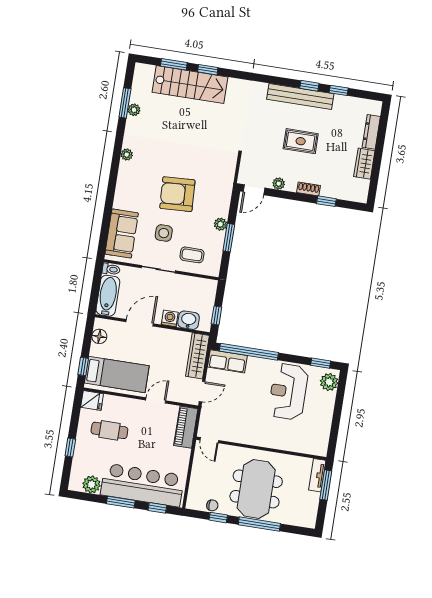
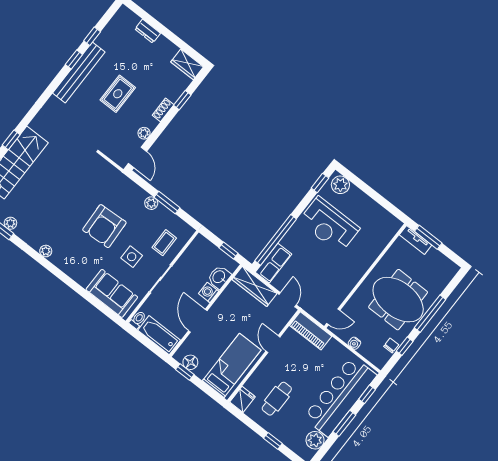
dresser: (371, 132) -> (148, 31), width x0.70
wardrobe: (364, 164) -> (187, 64), moved
window: (83, 366) -> (185, 372), moved
water cooler: (196, 472) -> (354, 343), added

